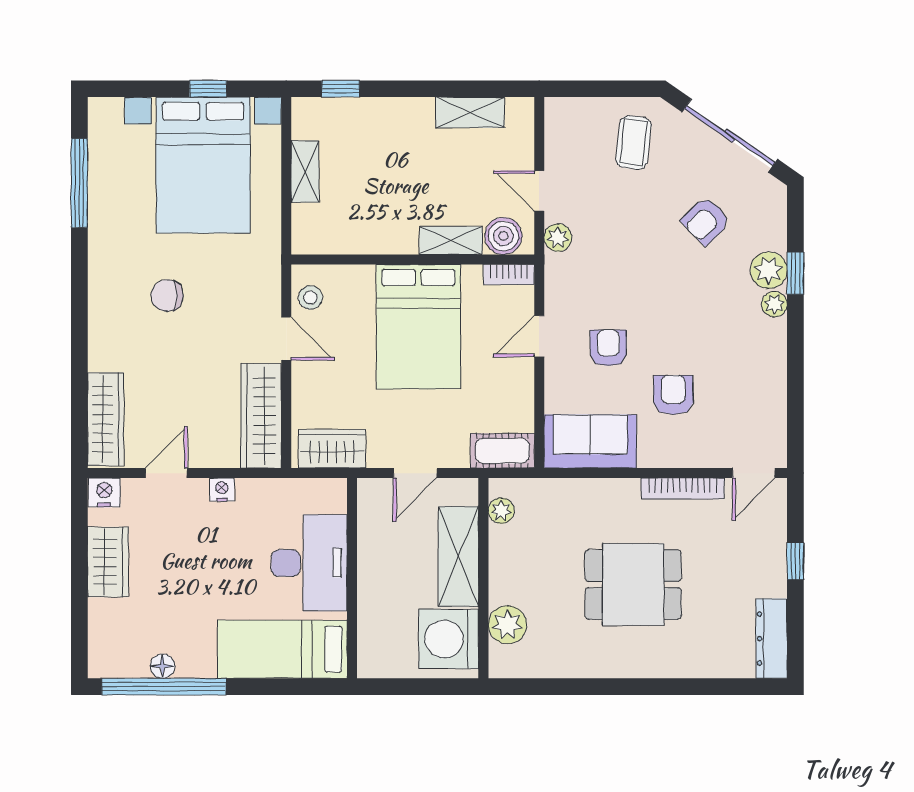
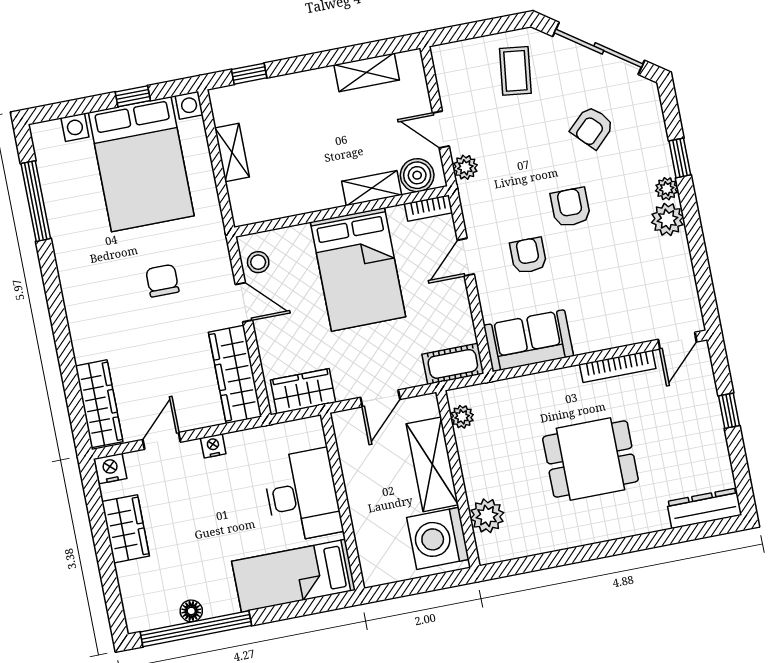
plant: (769, 270) -> (667, 219), moved
chair: (167, 296) -> (162, 281), moved, turned 90
armchair: (673, 395) -> (571, 207), moved
dresser: (772, 639) -> (704, 508), moved, turned 90

